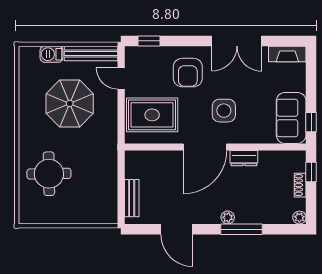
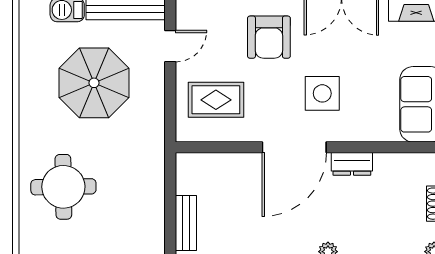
door: (121, 79) -> (170, 46), swing flipped
rug: (152, 115) -> (216, 100), width x0.73, depth x0.70

